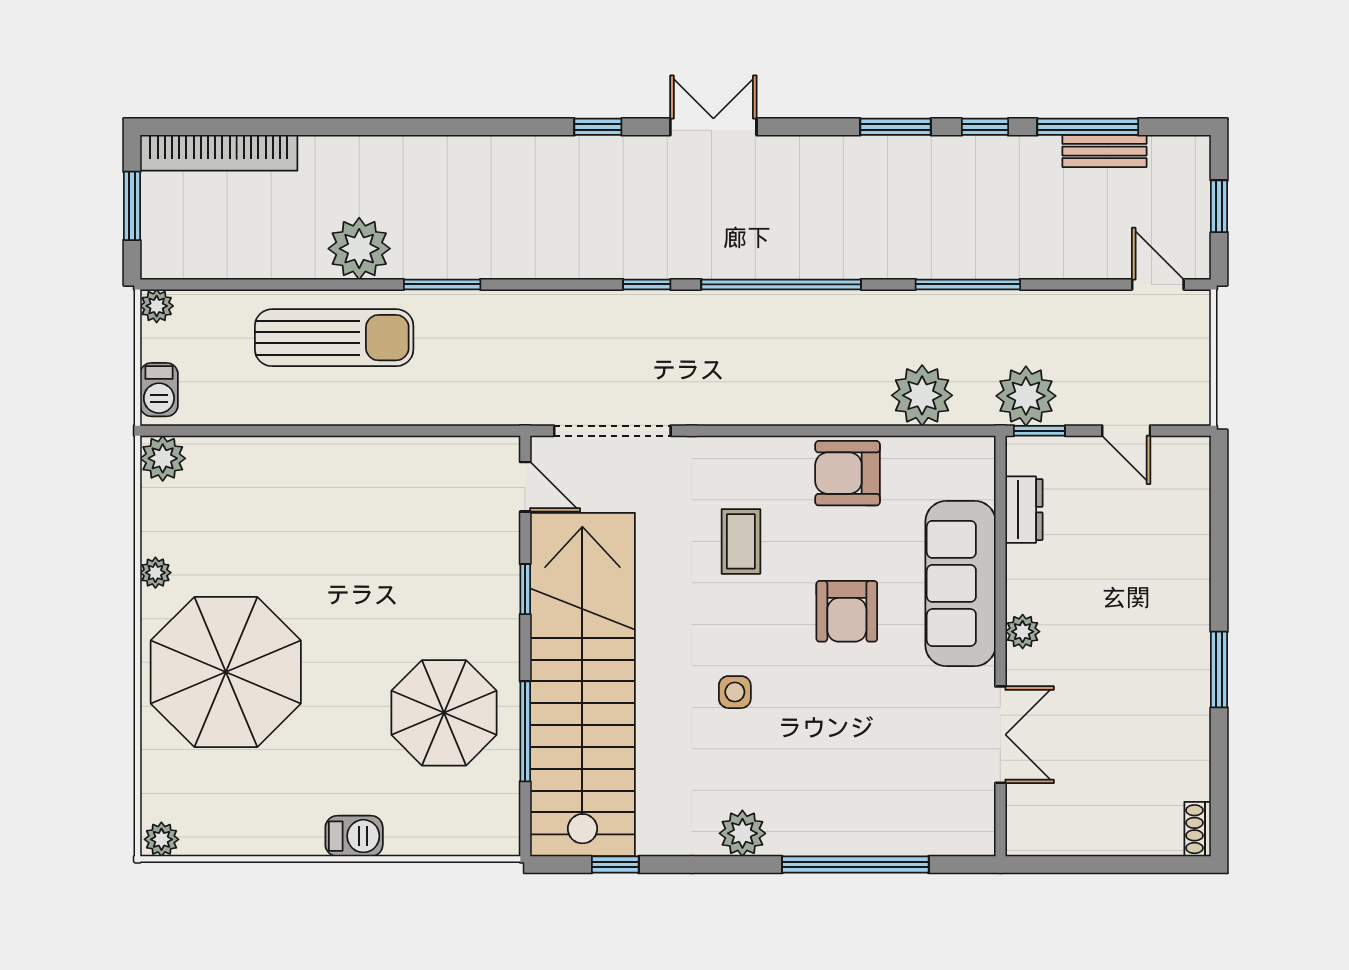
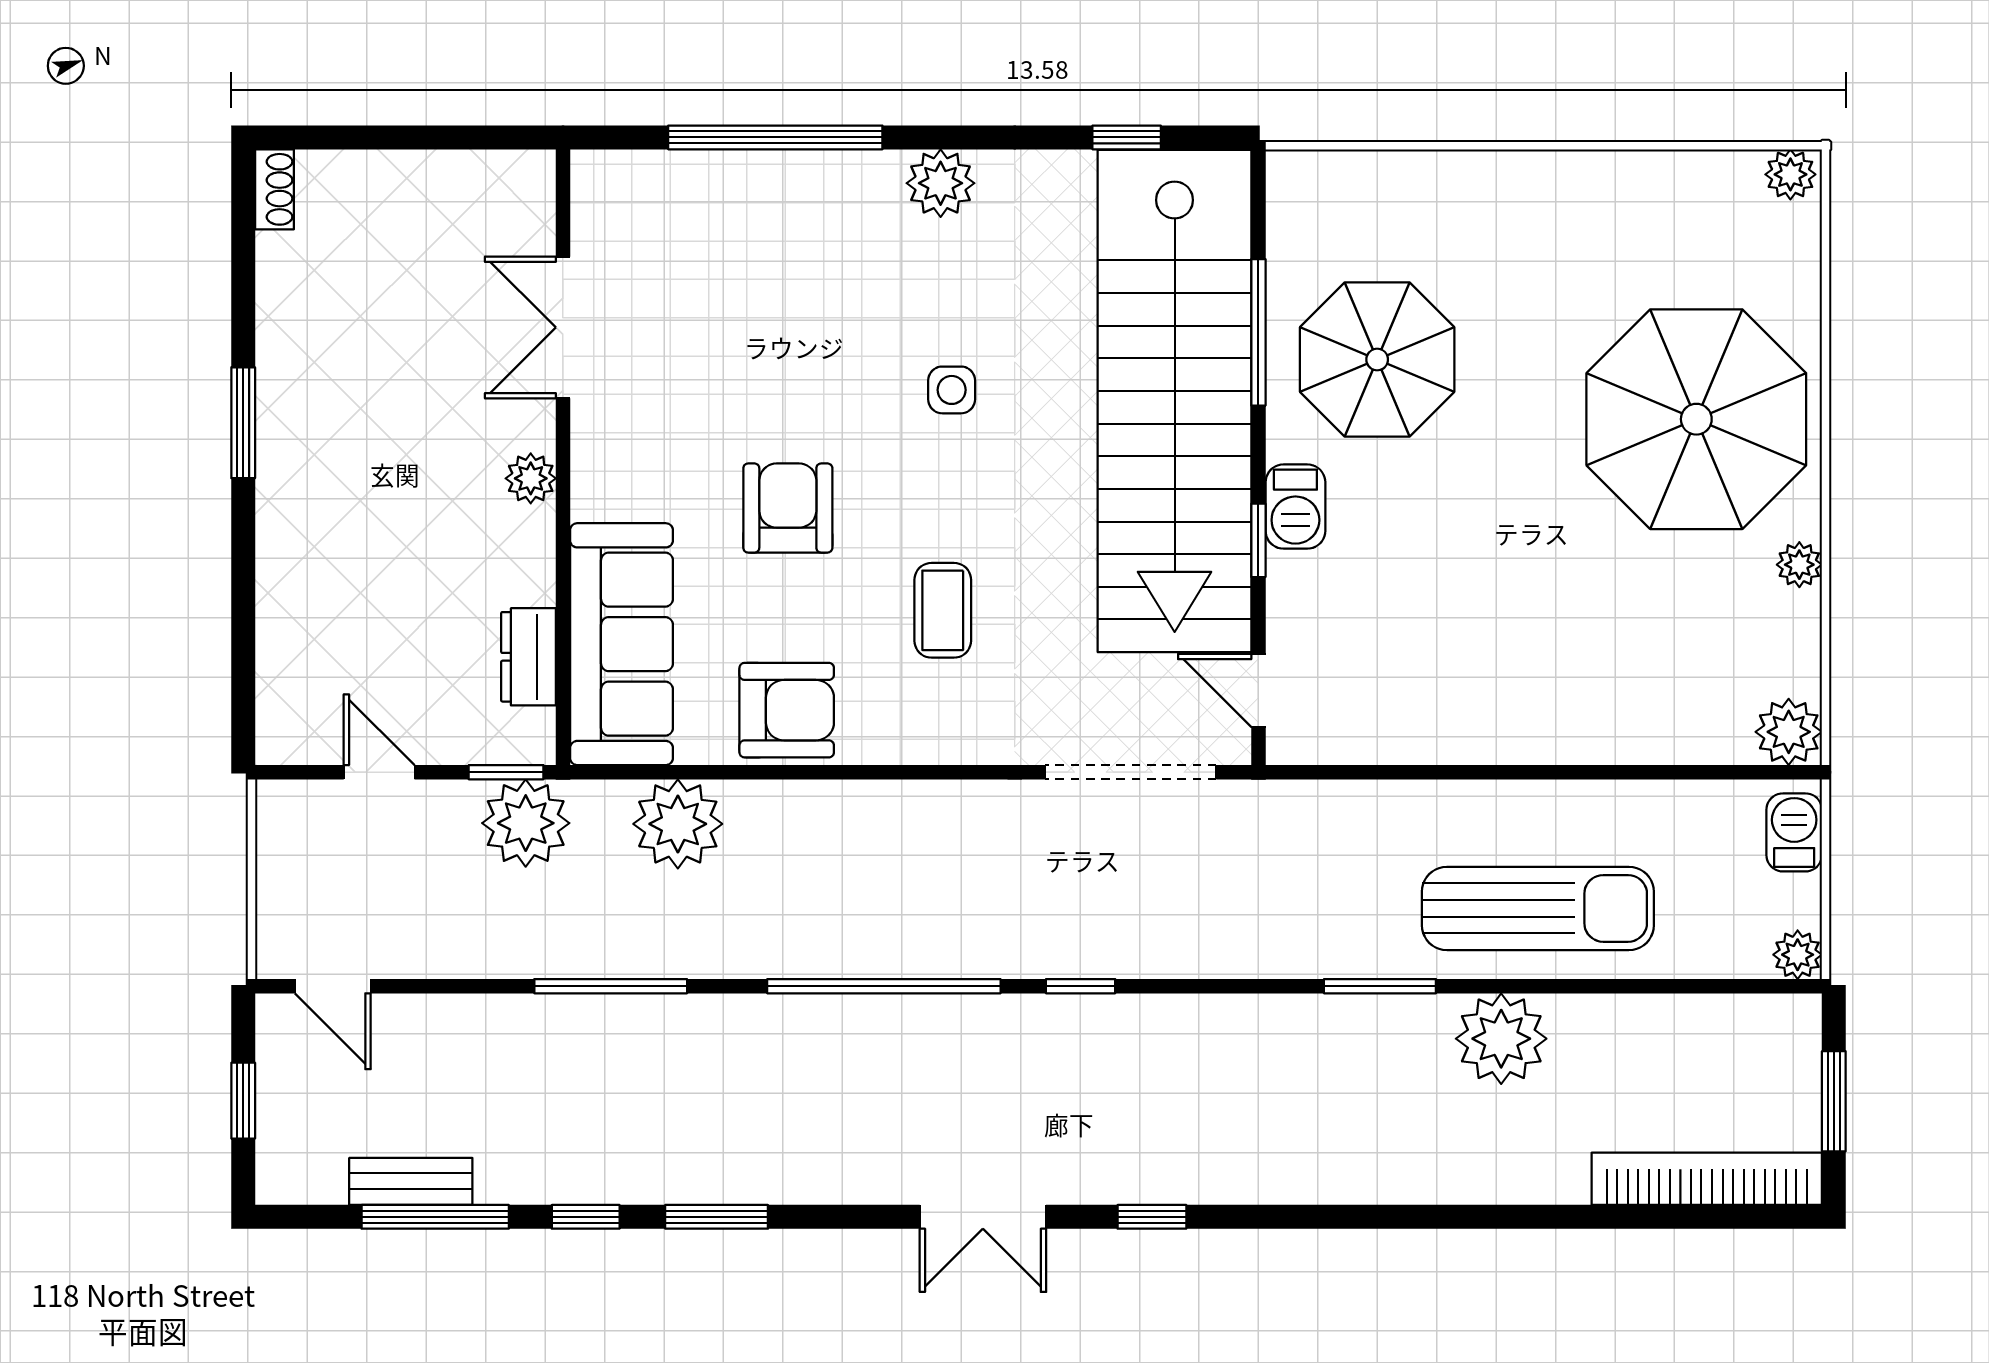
sun lounger: (334, 338) -> (1538, 908), turned 180
sofa: (960, 583) -> (621, 644), moved
barbecue: (354, 836) -> (1295, 507), moved, turned -90

